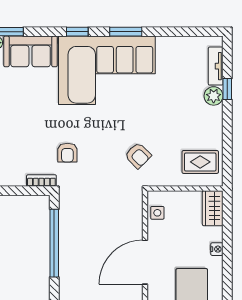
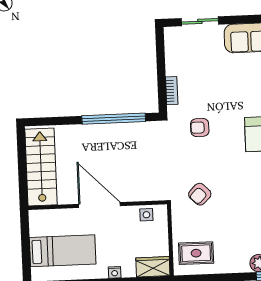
rug: (200, 162) -> (196, 253), turned 90
bookcase: (41, 181) -> (172, 91), moved

